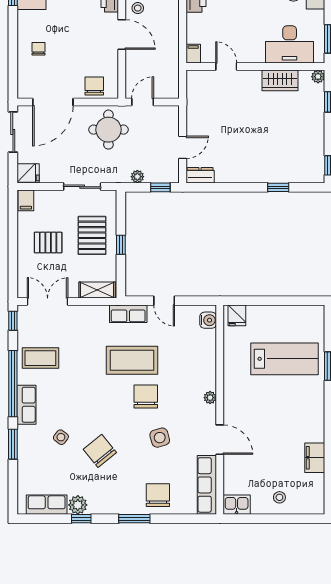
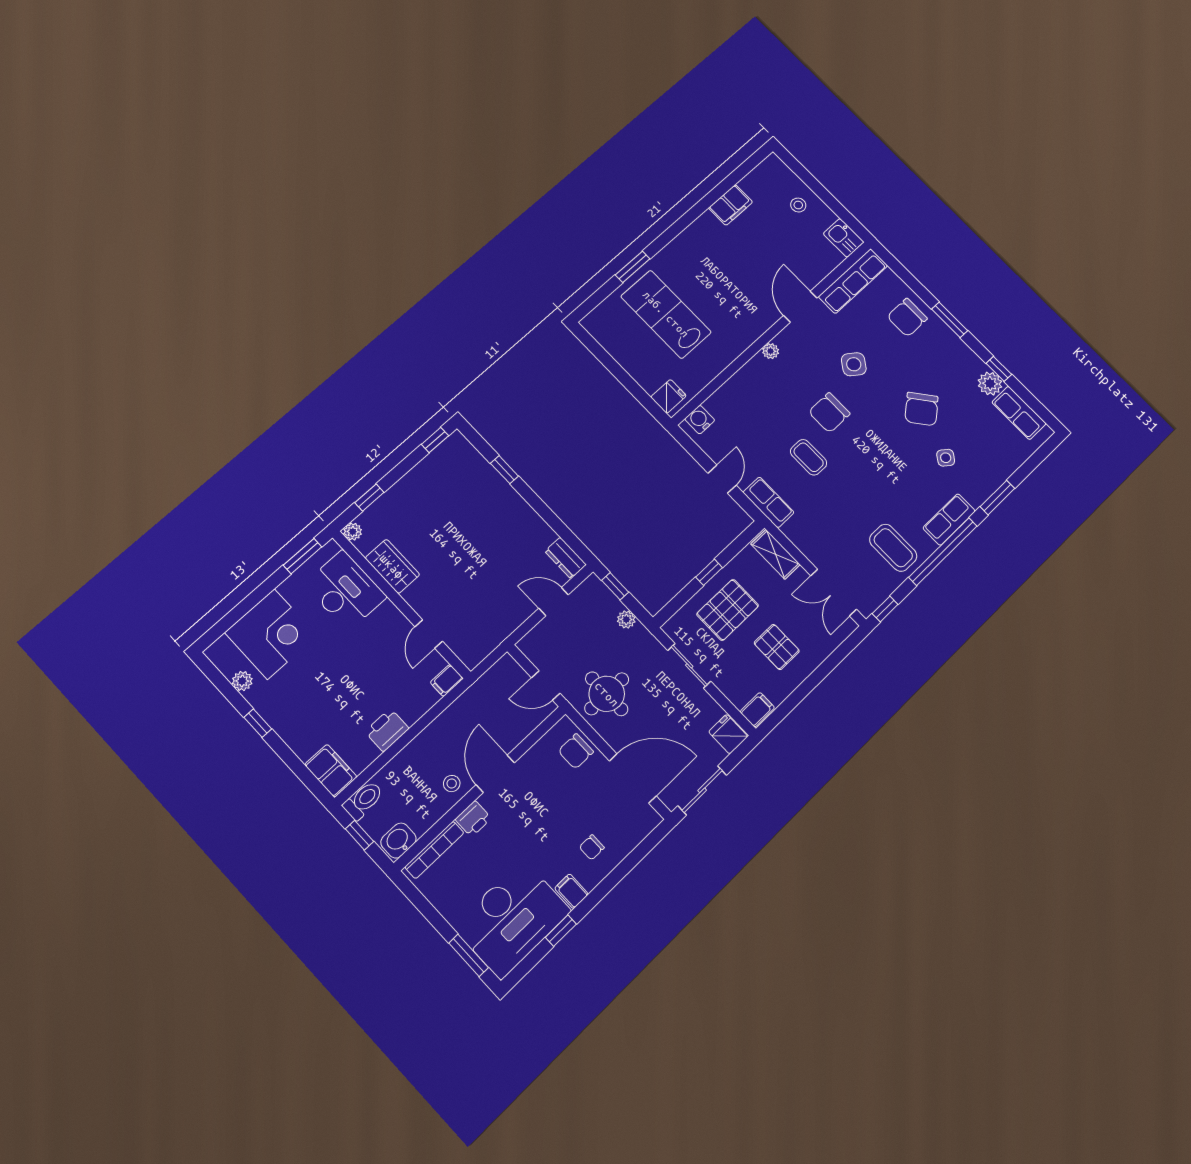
filing cabinet: (27, 18) -> (571, 891), added
coffee table: (132, 360) -> (809, 457), width x0.54, depth x0.58
side table: (160, 438) -> (854, 364), turned -38

